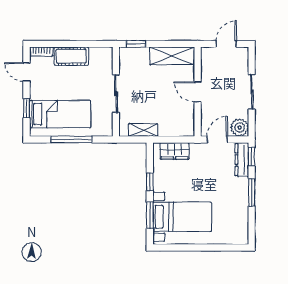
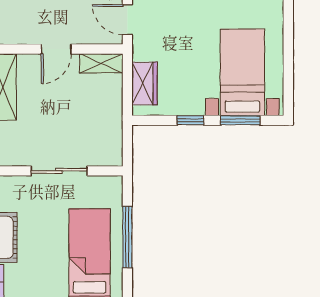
shelving: (143, 130) -> (101, 63), moved, turned 90

